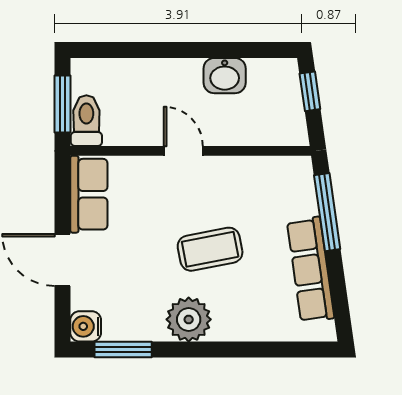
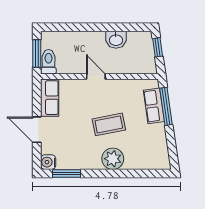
row of seats: (311, 270) -> (154, 106), moved, width x0.68
plant: (189, 319) -> (113, 159), moved

